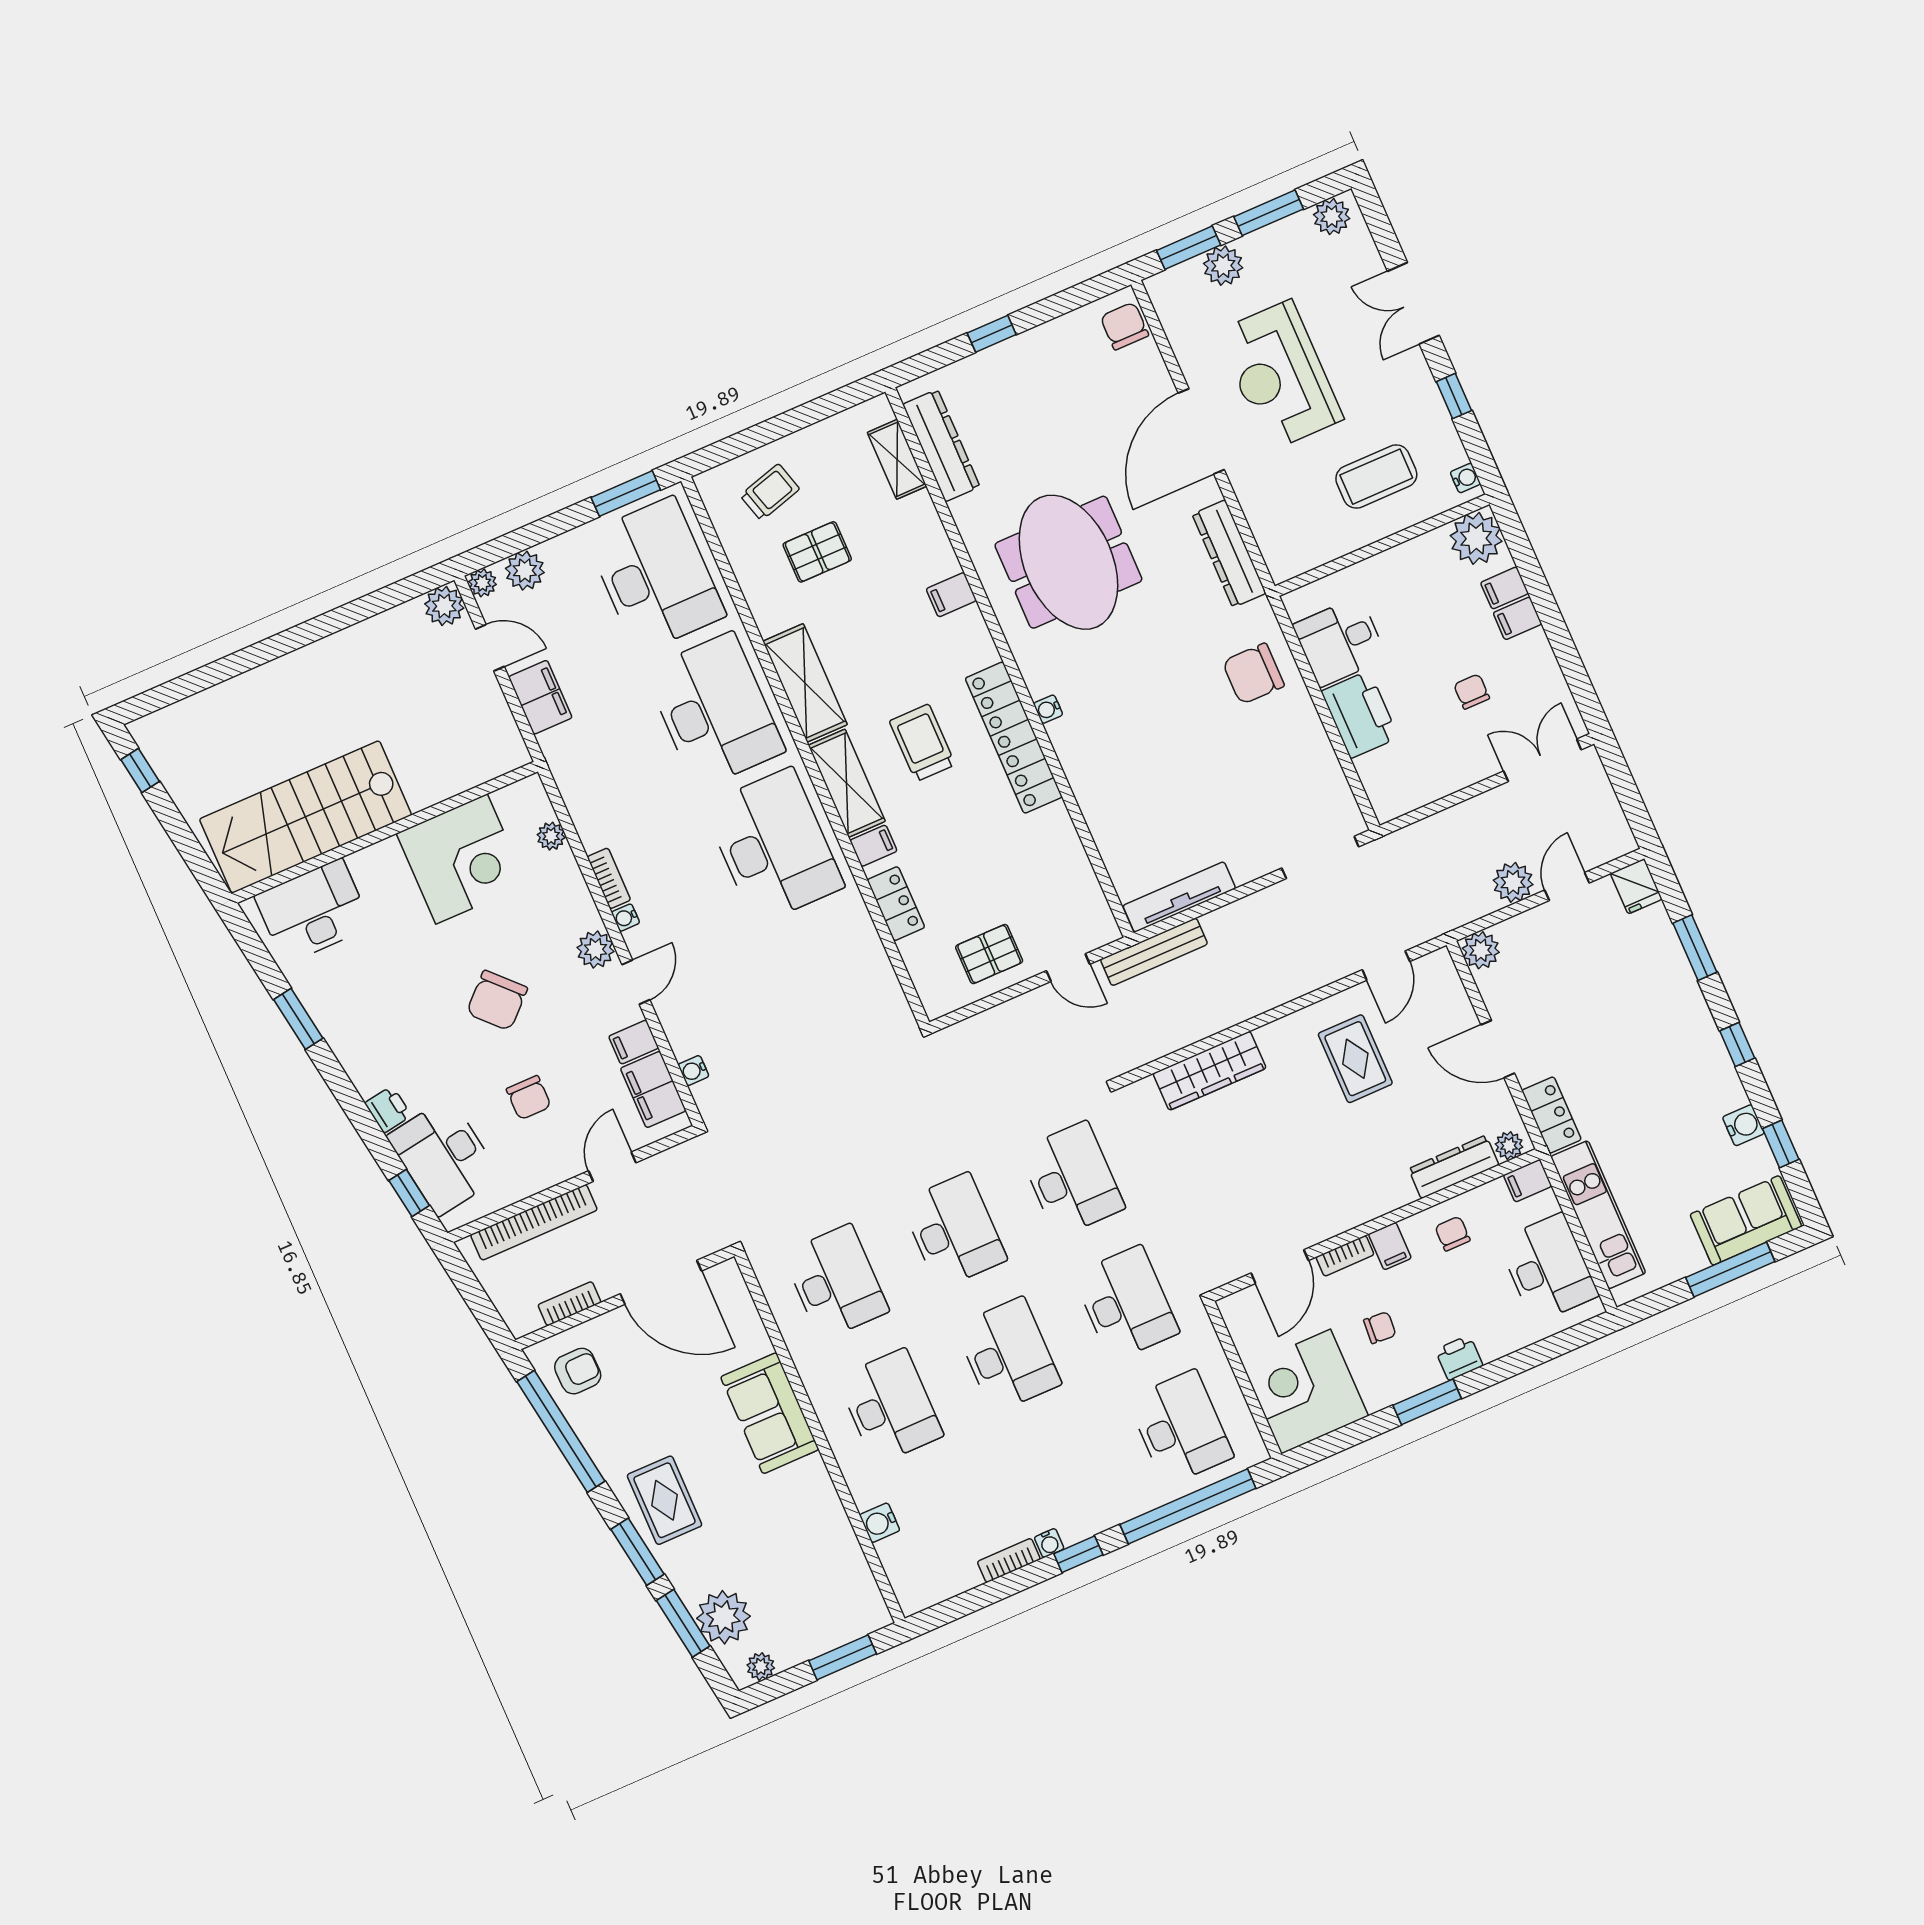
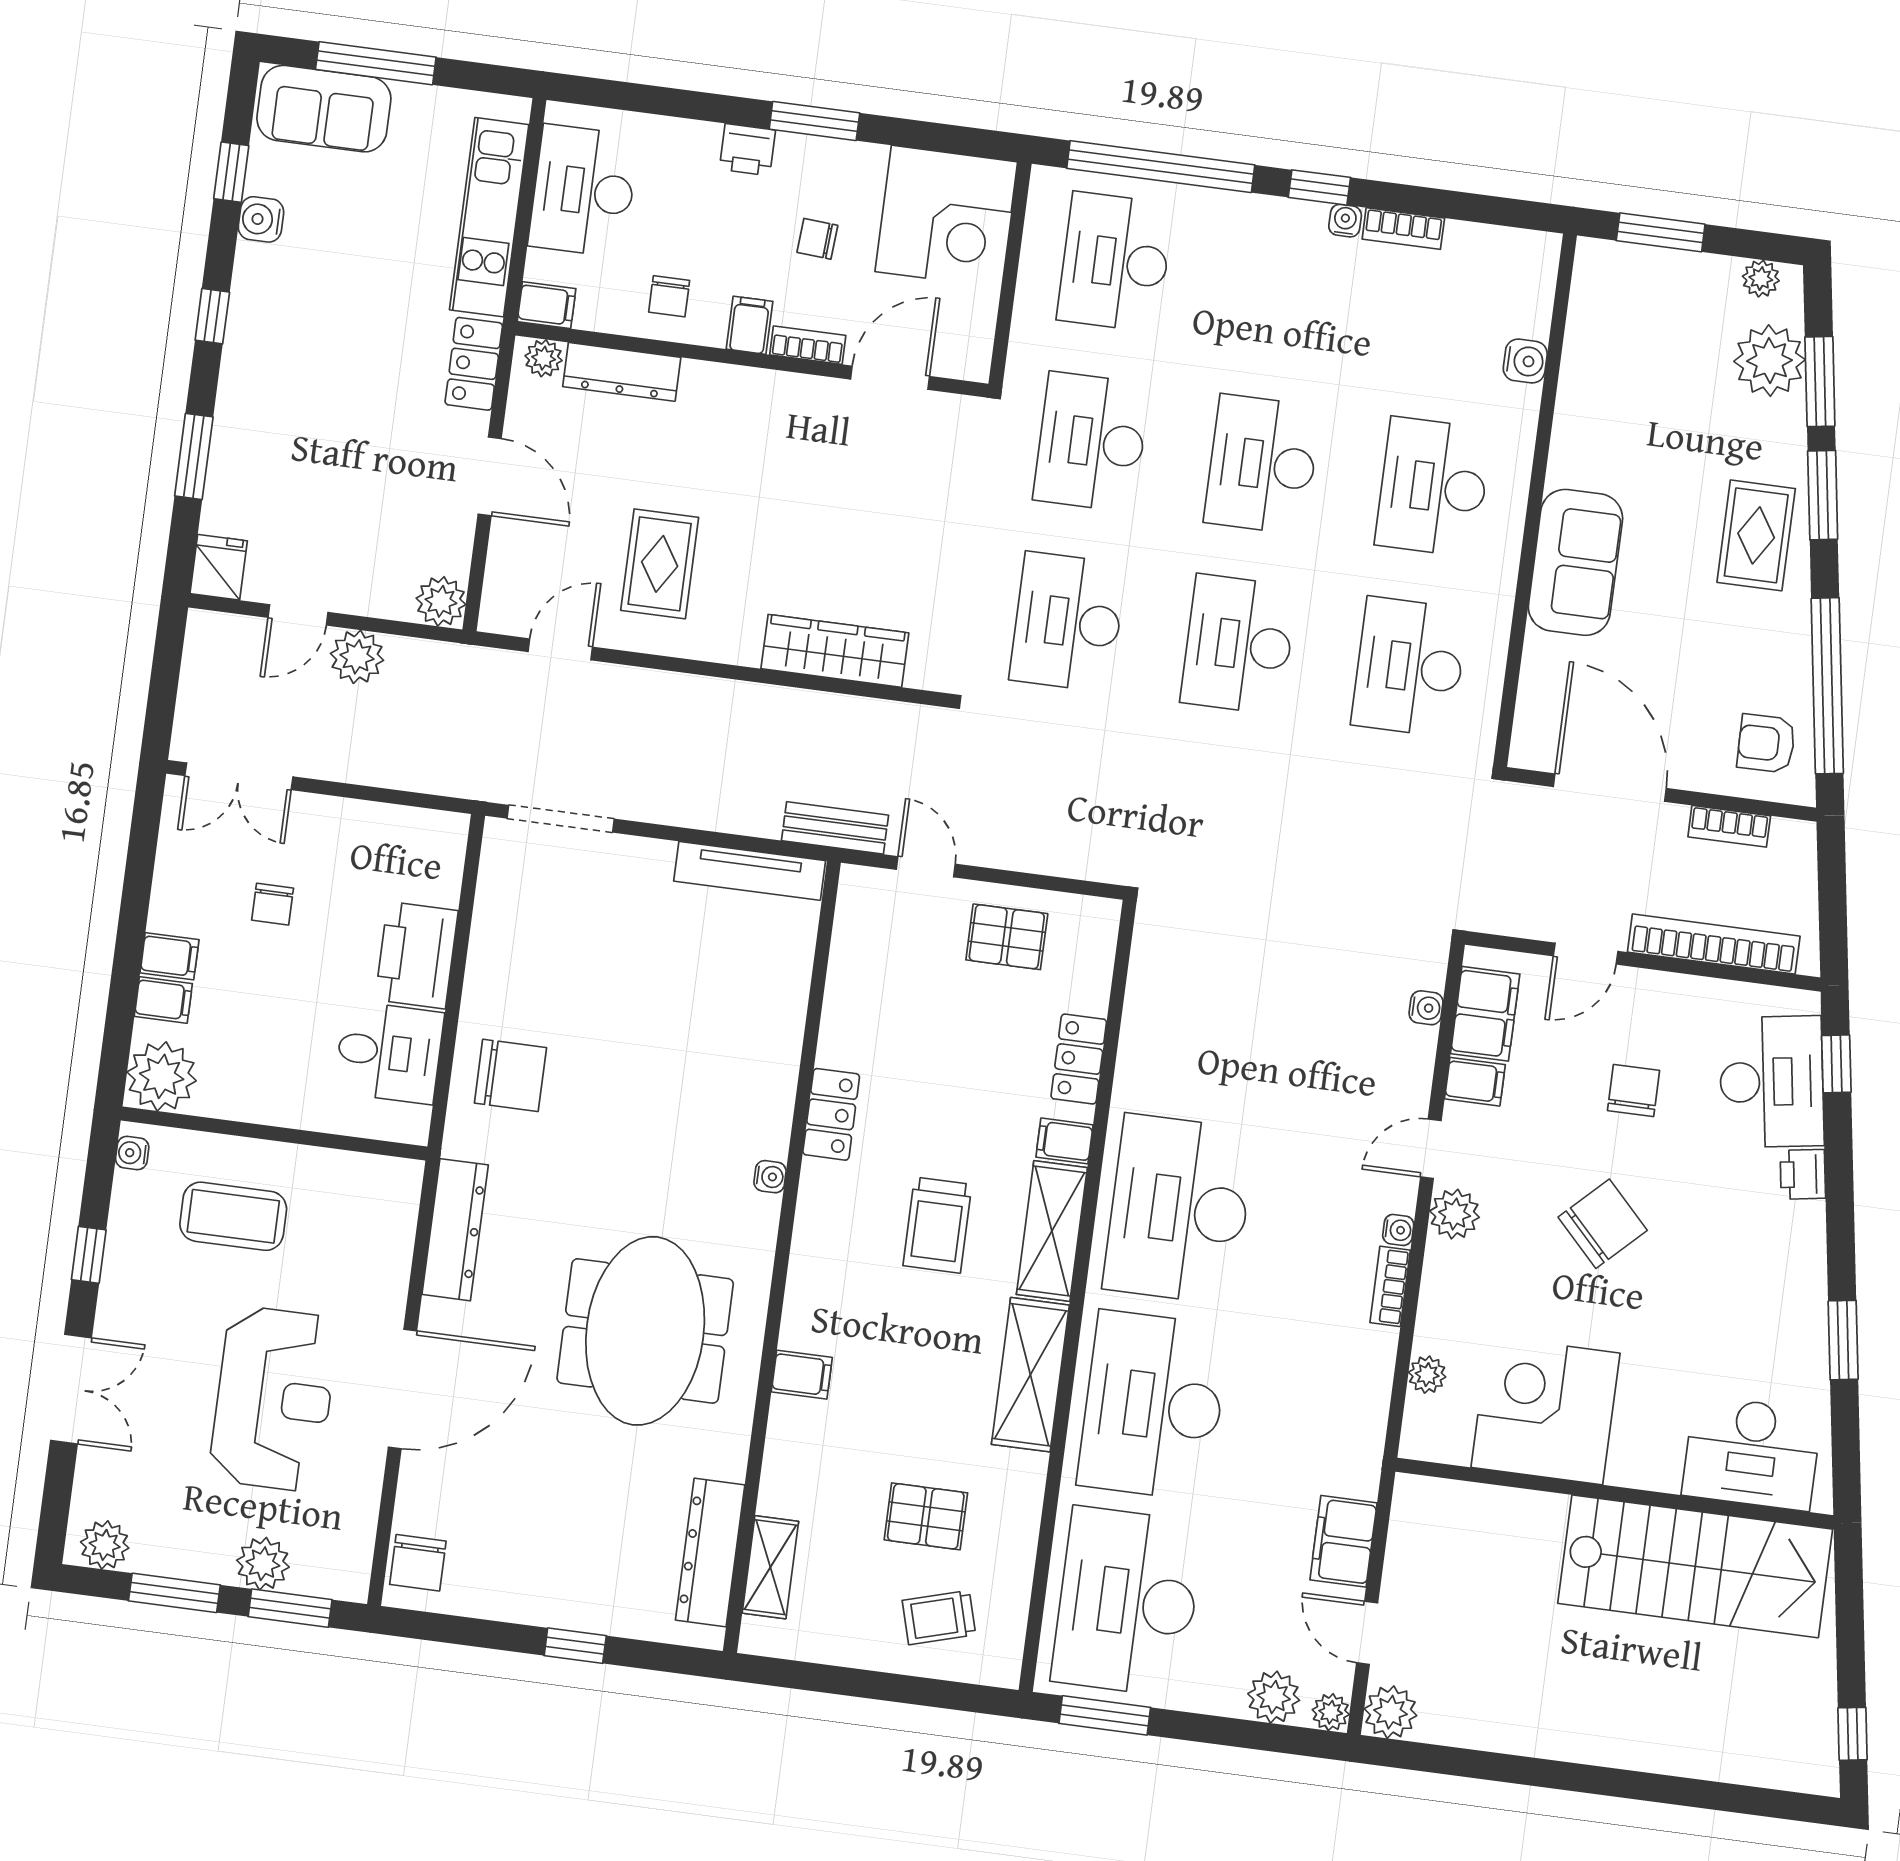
locker: (1014, 738) -> (831, 1114), width x0.46, depth x0.83
bench: (1154, 952) -> (835, 828), width x0.73

